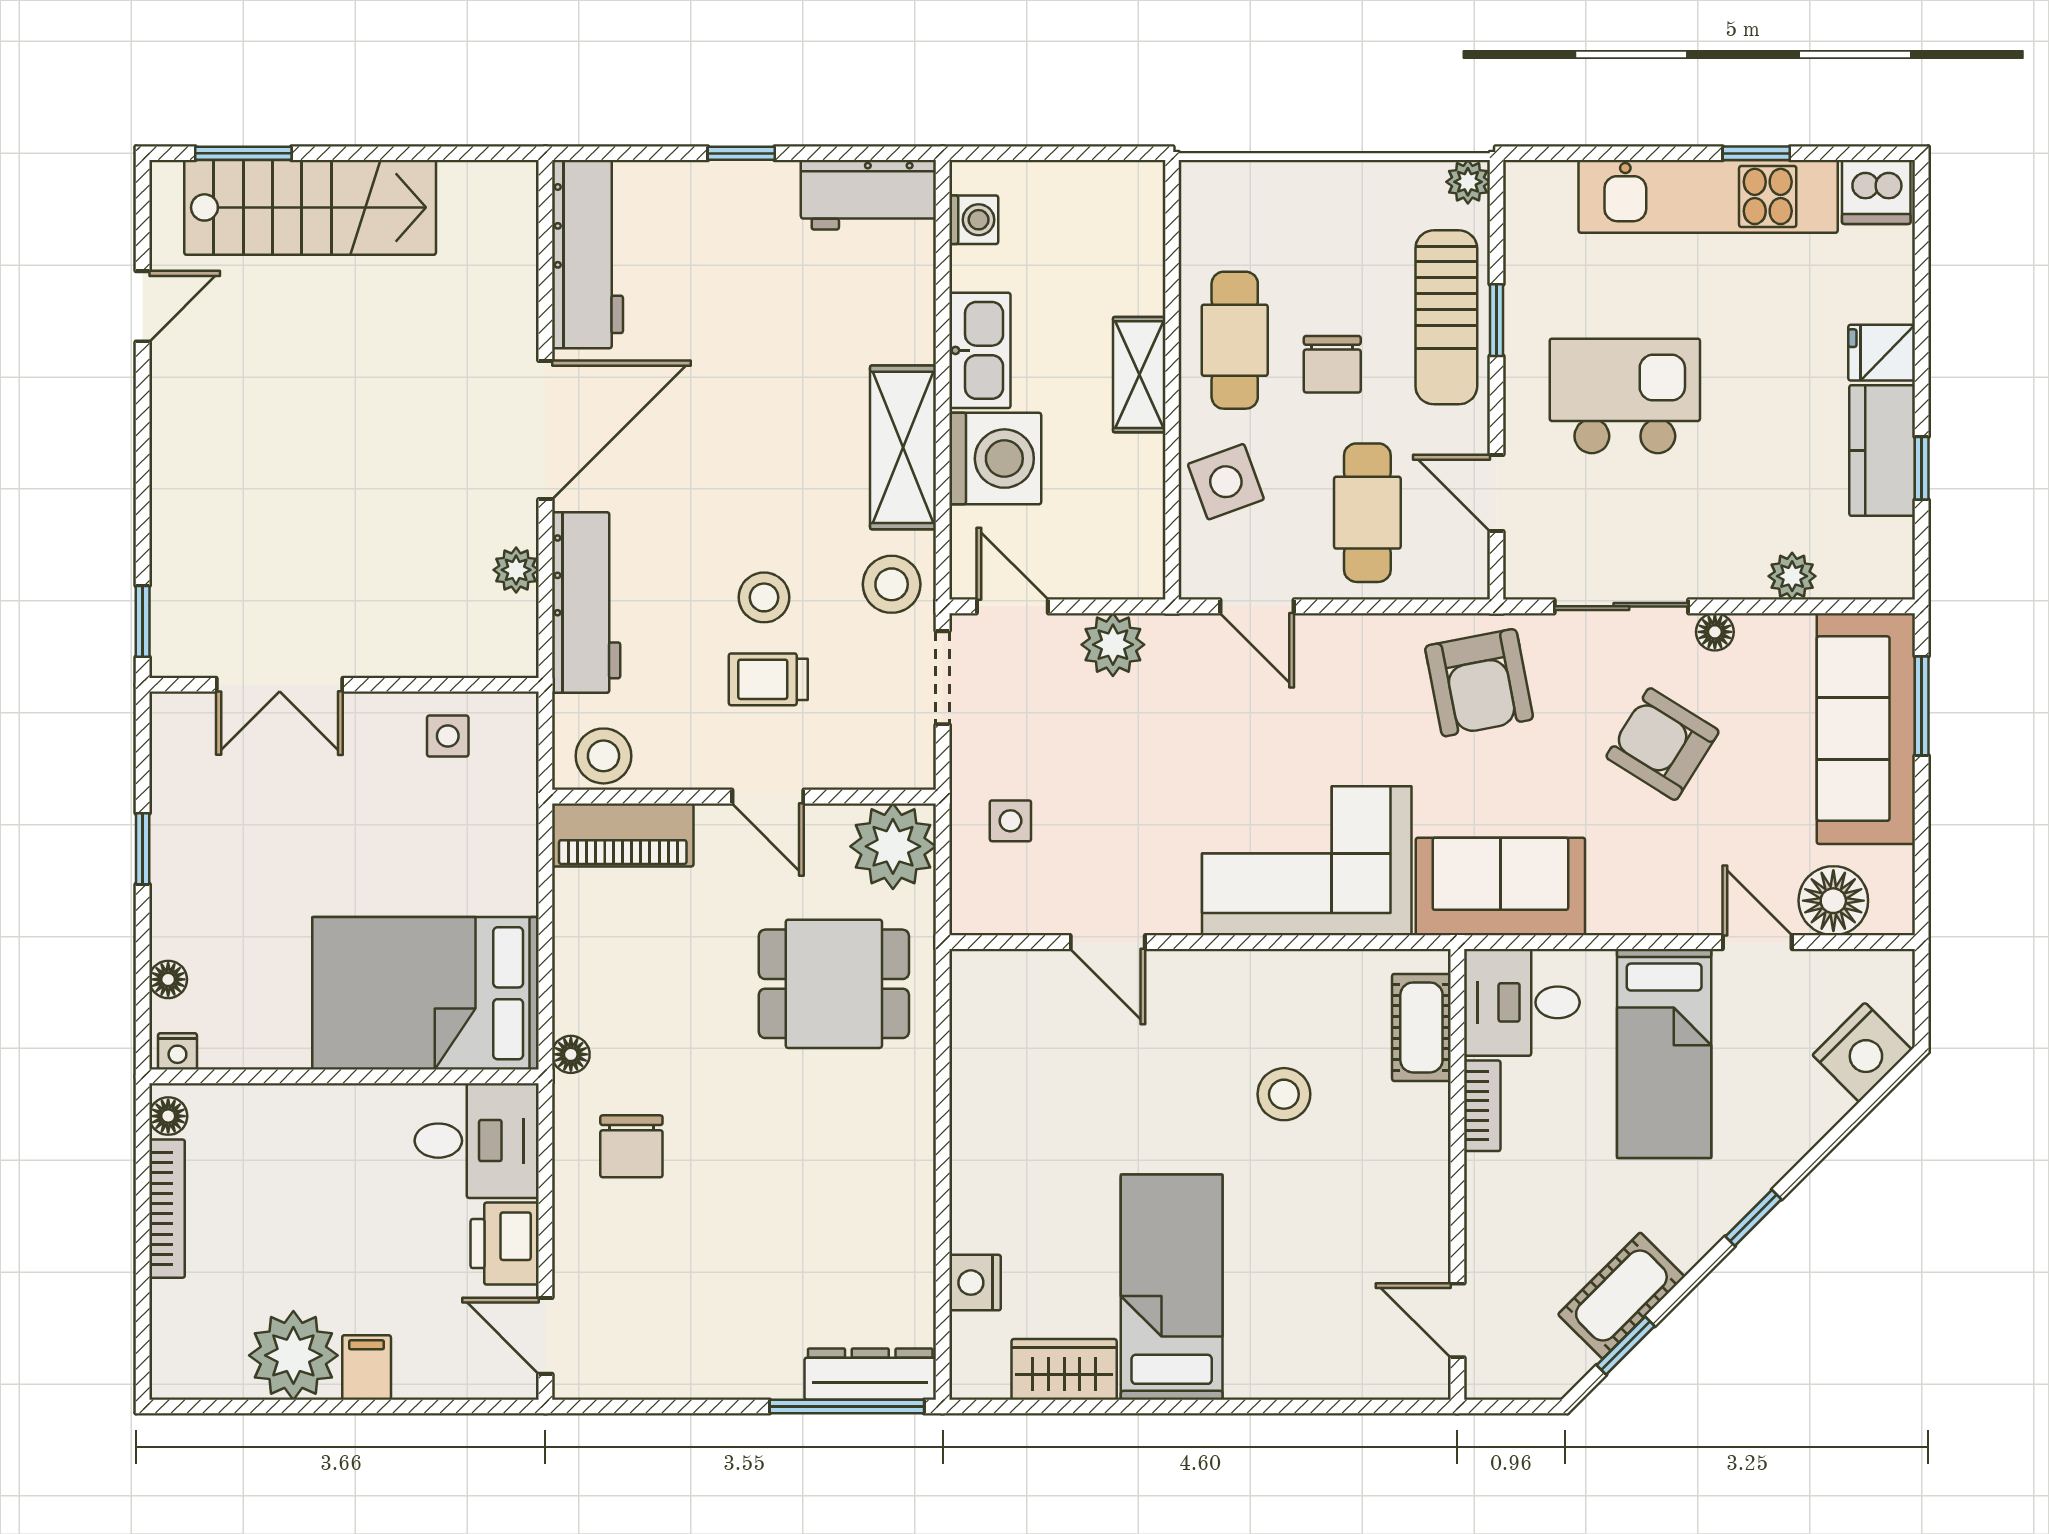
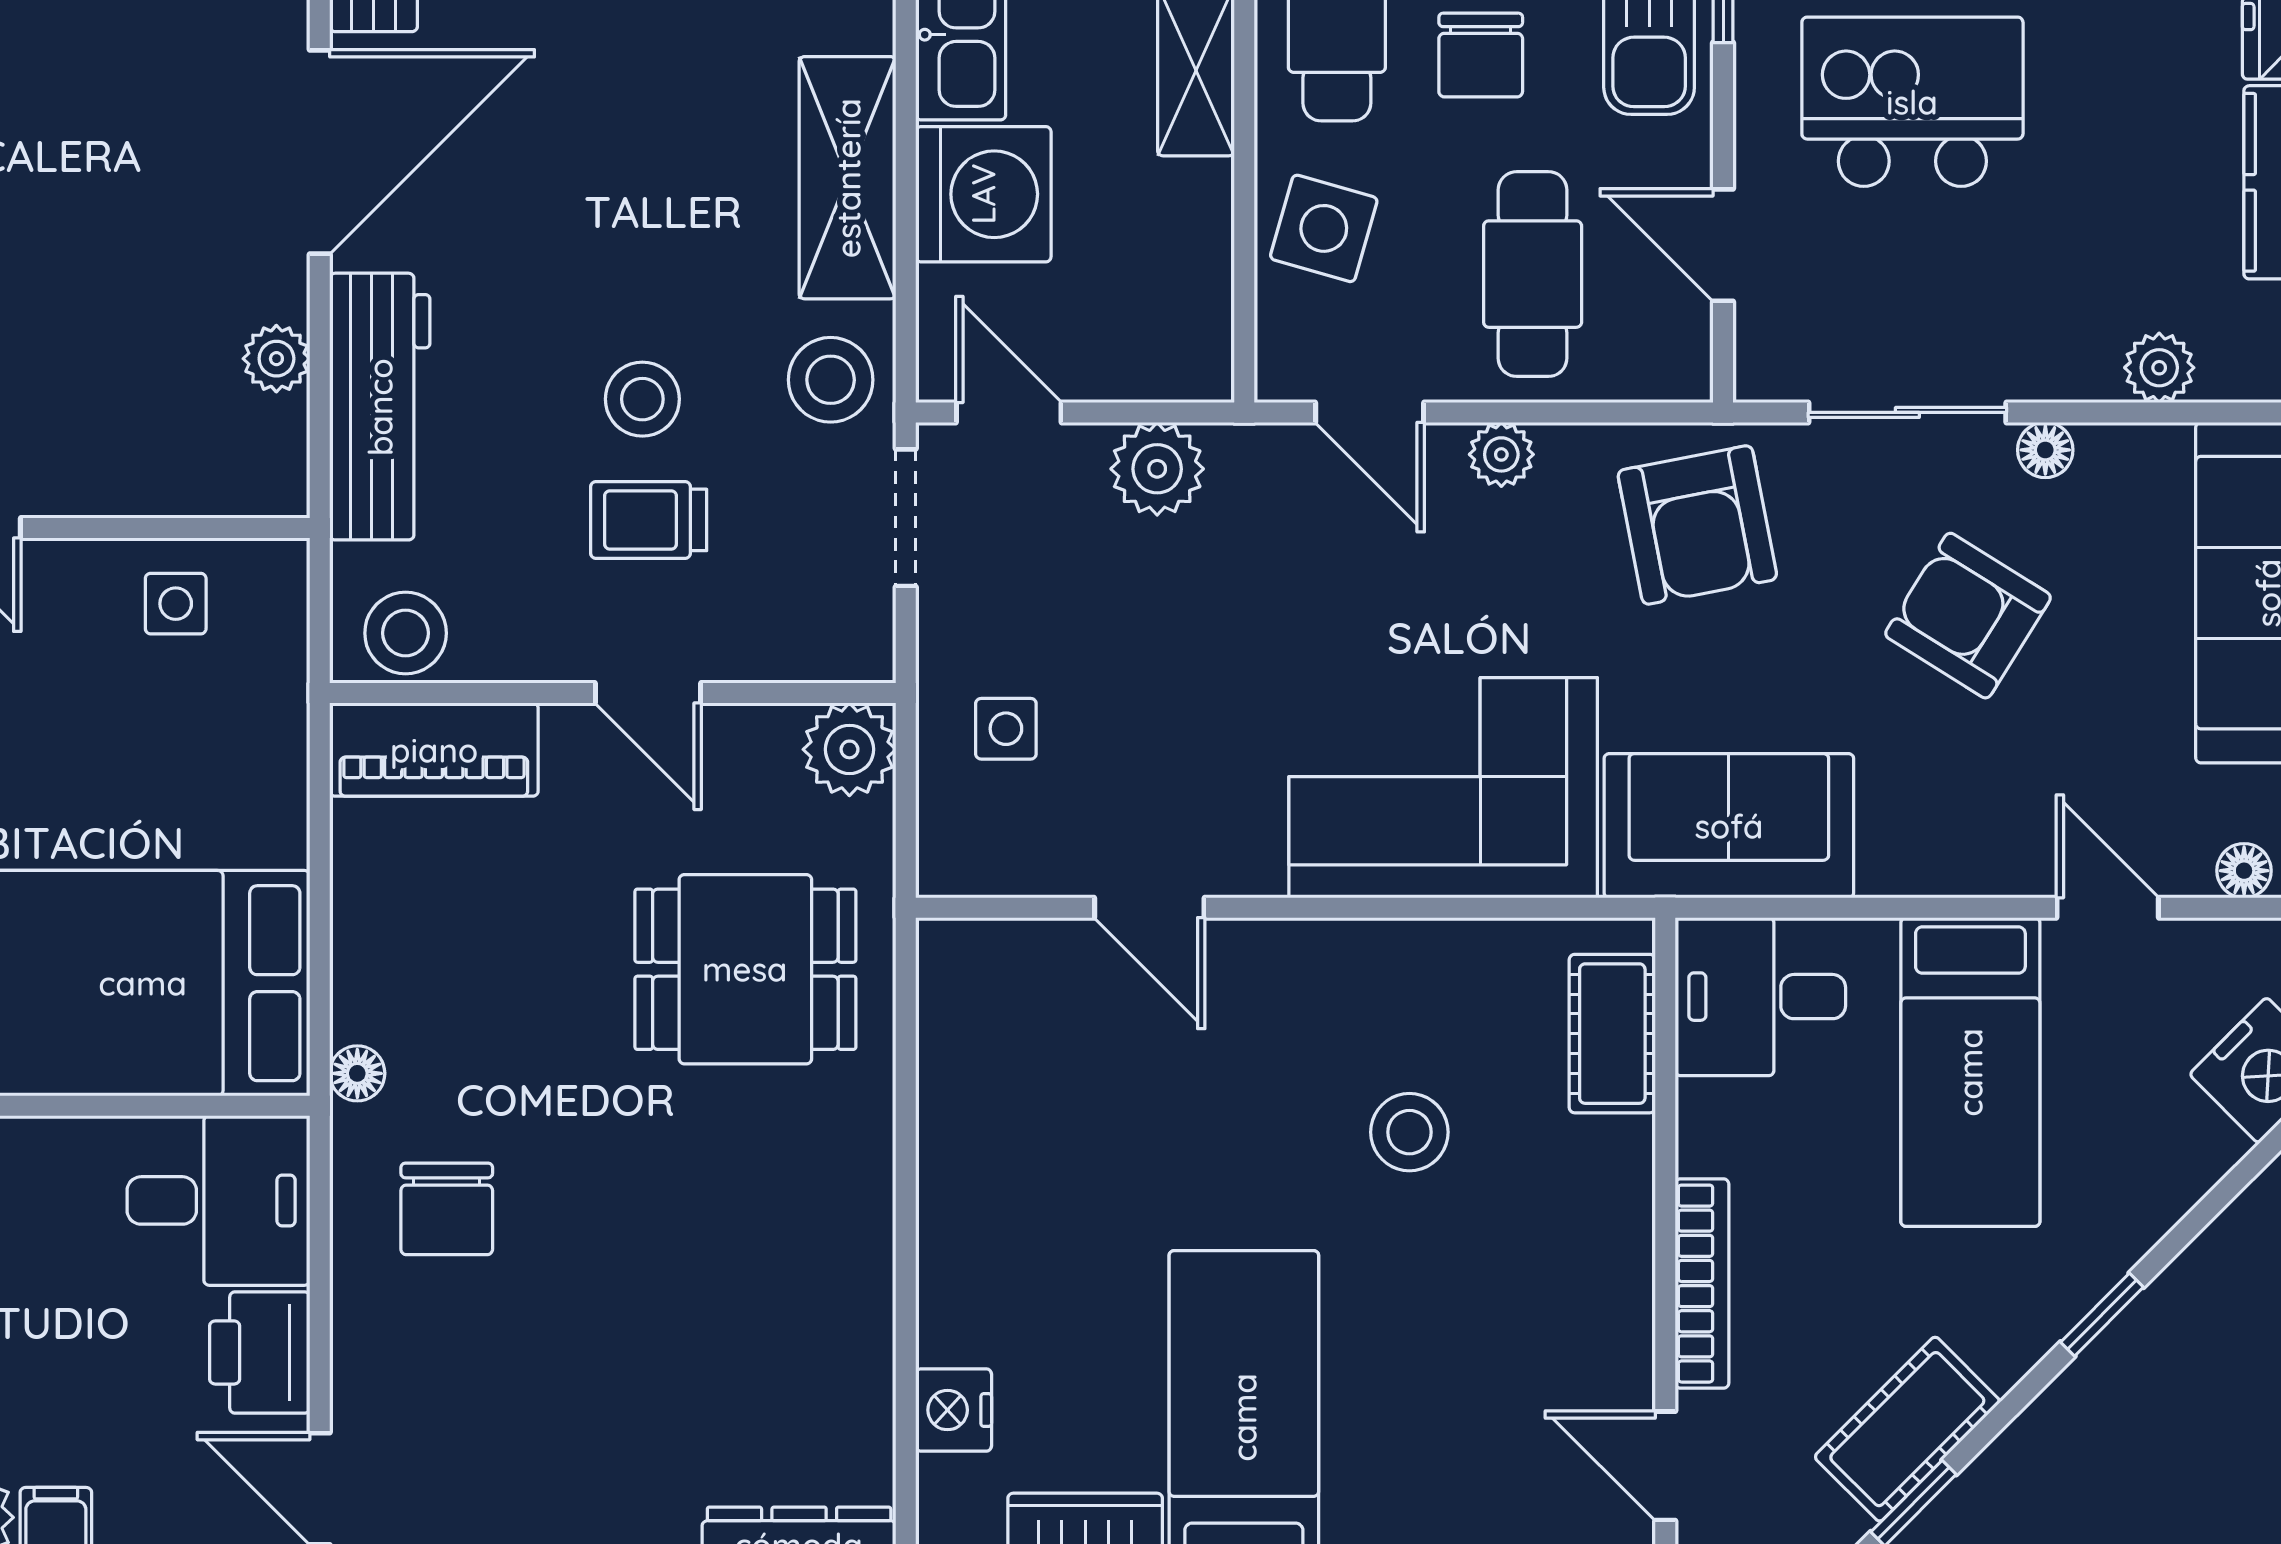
side table: (1226, 482) -> (1324, 228), turned 36
plant: (1346, 635) -> (1501, 454), added
plant: (893, 846) -> (849, 749), width x0.73, depth x0.73
floor lamp: (1833, 901) -> (2244, 871), width x0.53, depth x0.53
bookcase: (1482, 1106) -> (1702, 1284), moved, width x1.56

